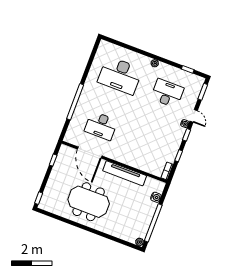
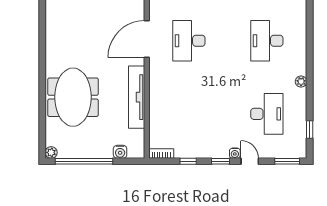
desk: (120, 75) -> (267, 41), width x0.73, depth x0.77
door: (194, 116) -> (250, 161), swing flipped
meeting table: (89, 202) -> (73, 97), moved

